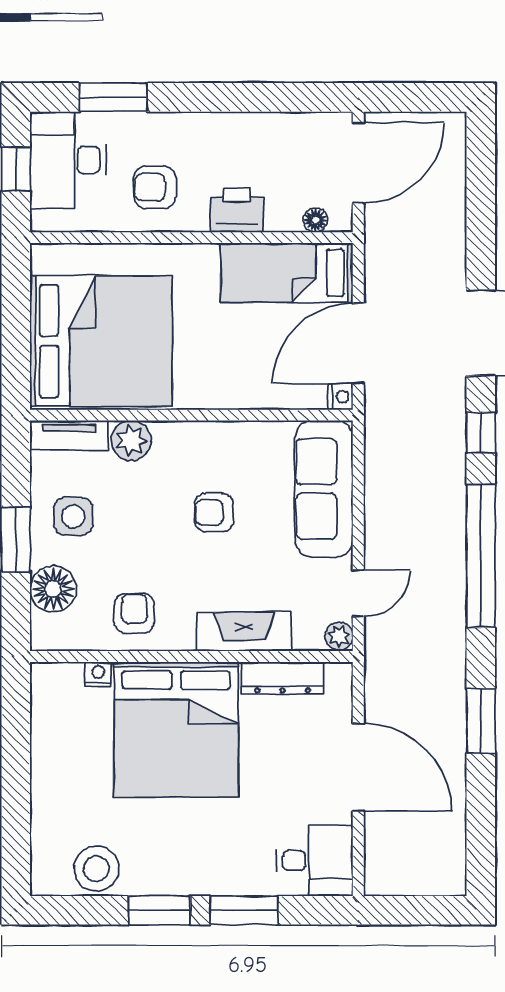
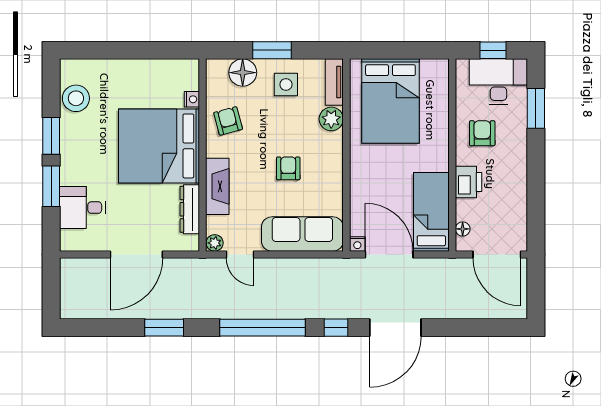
bed: (101, 341) -> (390, 101), width x0.73
armchair: (134, 613) -> (228, 121), turned -105
desk: (315, 861) -> (82, 208), moved, turned 90

